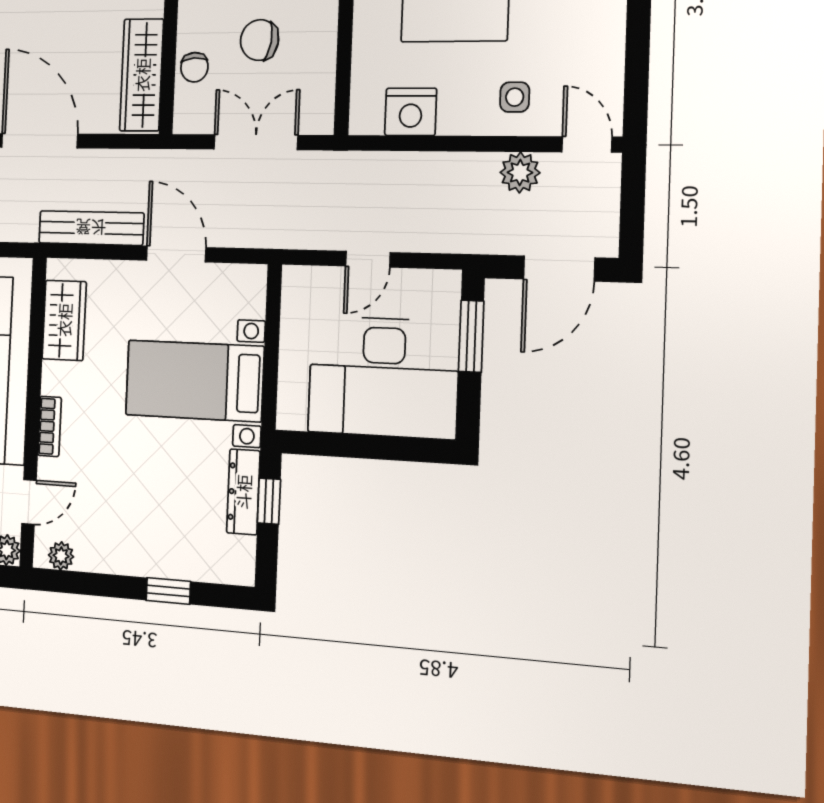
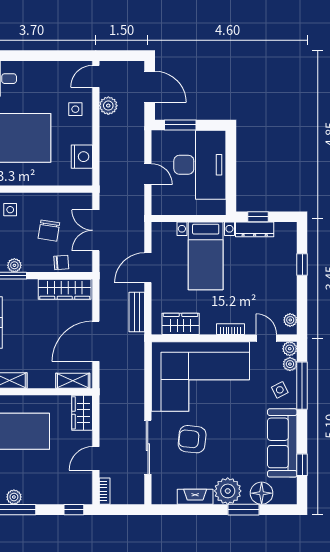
bench: (91, 228) -> (137, 312), width x0.73

